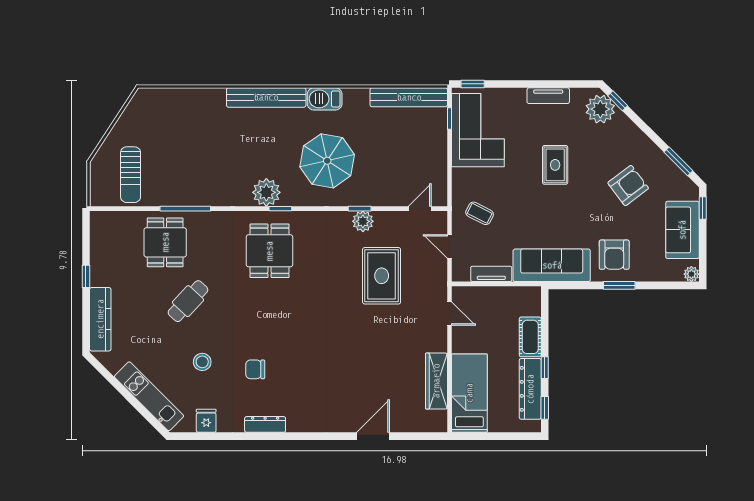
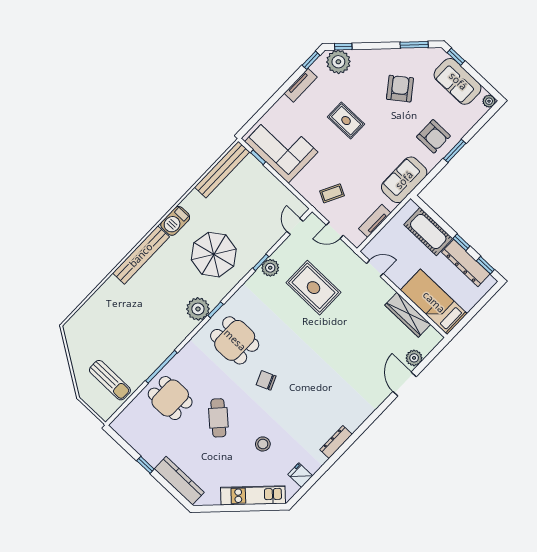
window: (473, 84) -> (311, 60), moved
sofa: (552, 265) -> (404, 180), width x0.73
cot: (530, 337) -> (428, 231), width x1.37, depth x1.34
chair: (255, 369) -> (266, 380), moved, turned 67
plant: (404, 423) -> (414, 358), added

